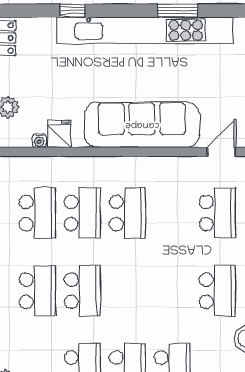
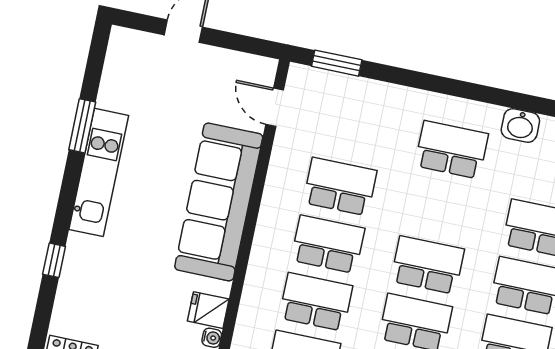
kitchen unit: (145, 30) -> (99, 172), width x0.54
school desk: (217, 213) -> (340, 187), moved
school desk: (127, 291) -> (428, 265), added

